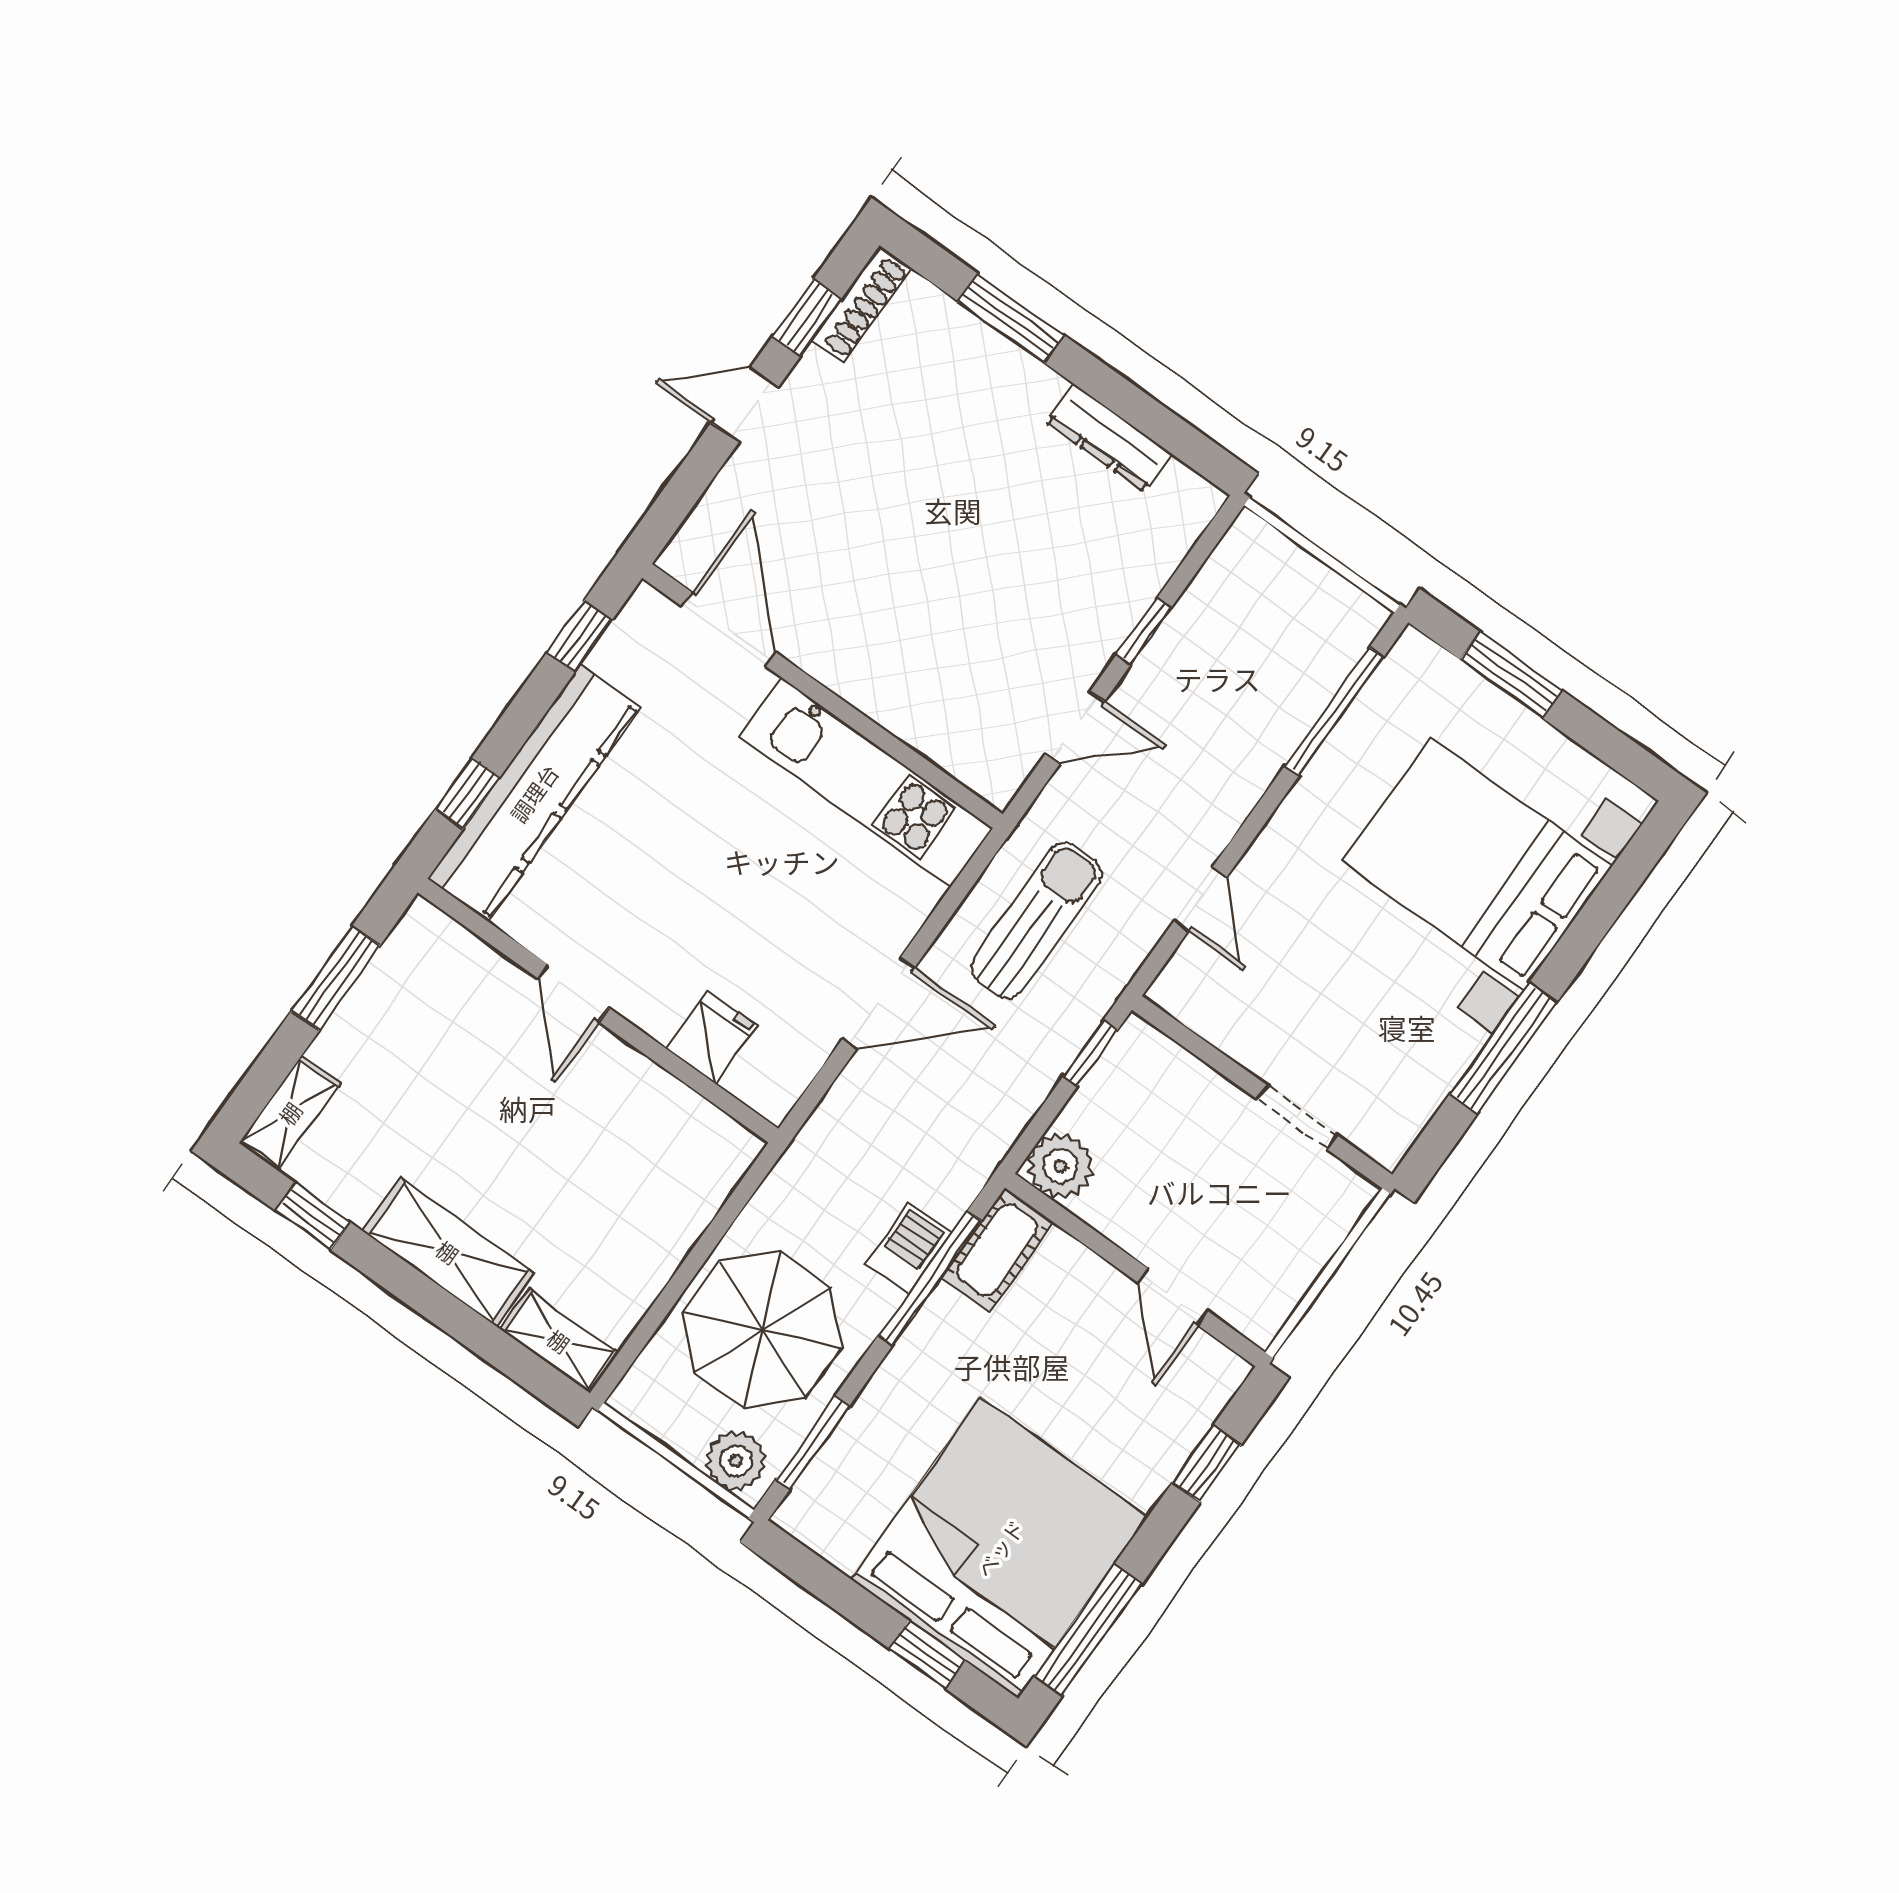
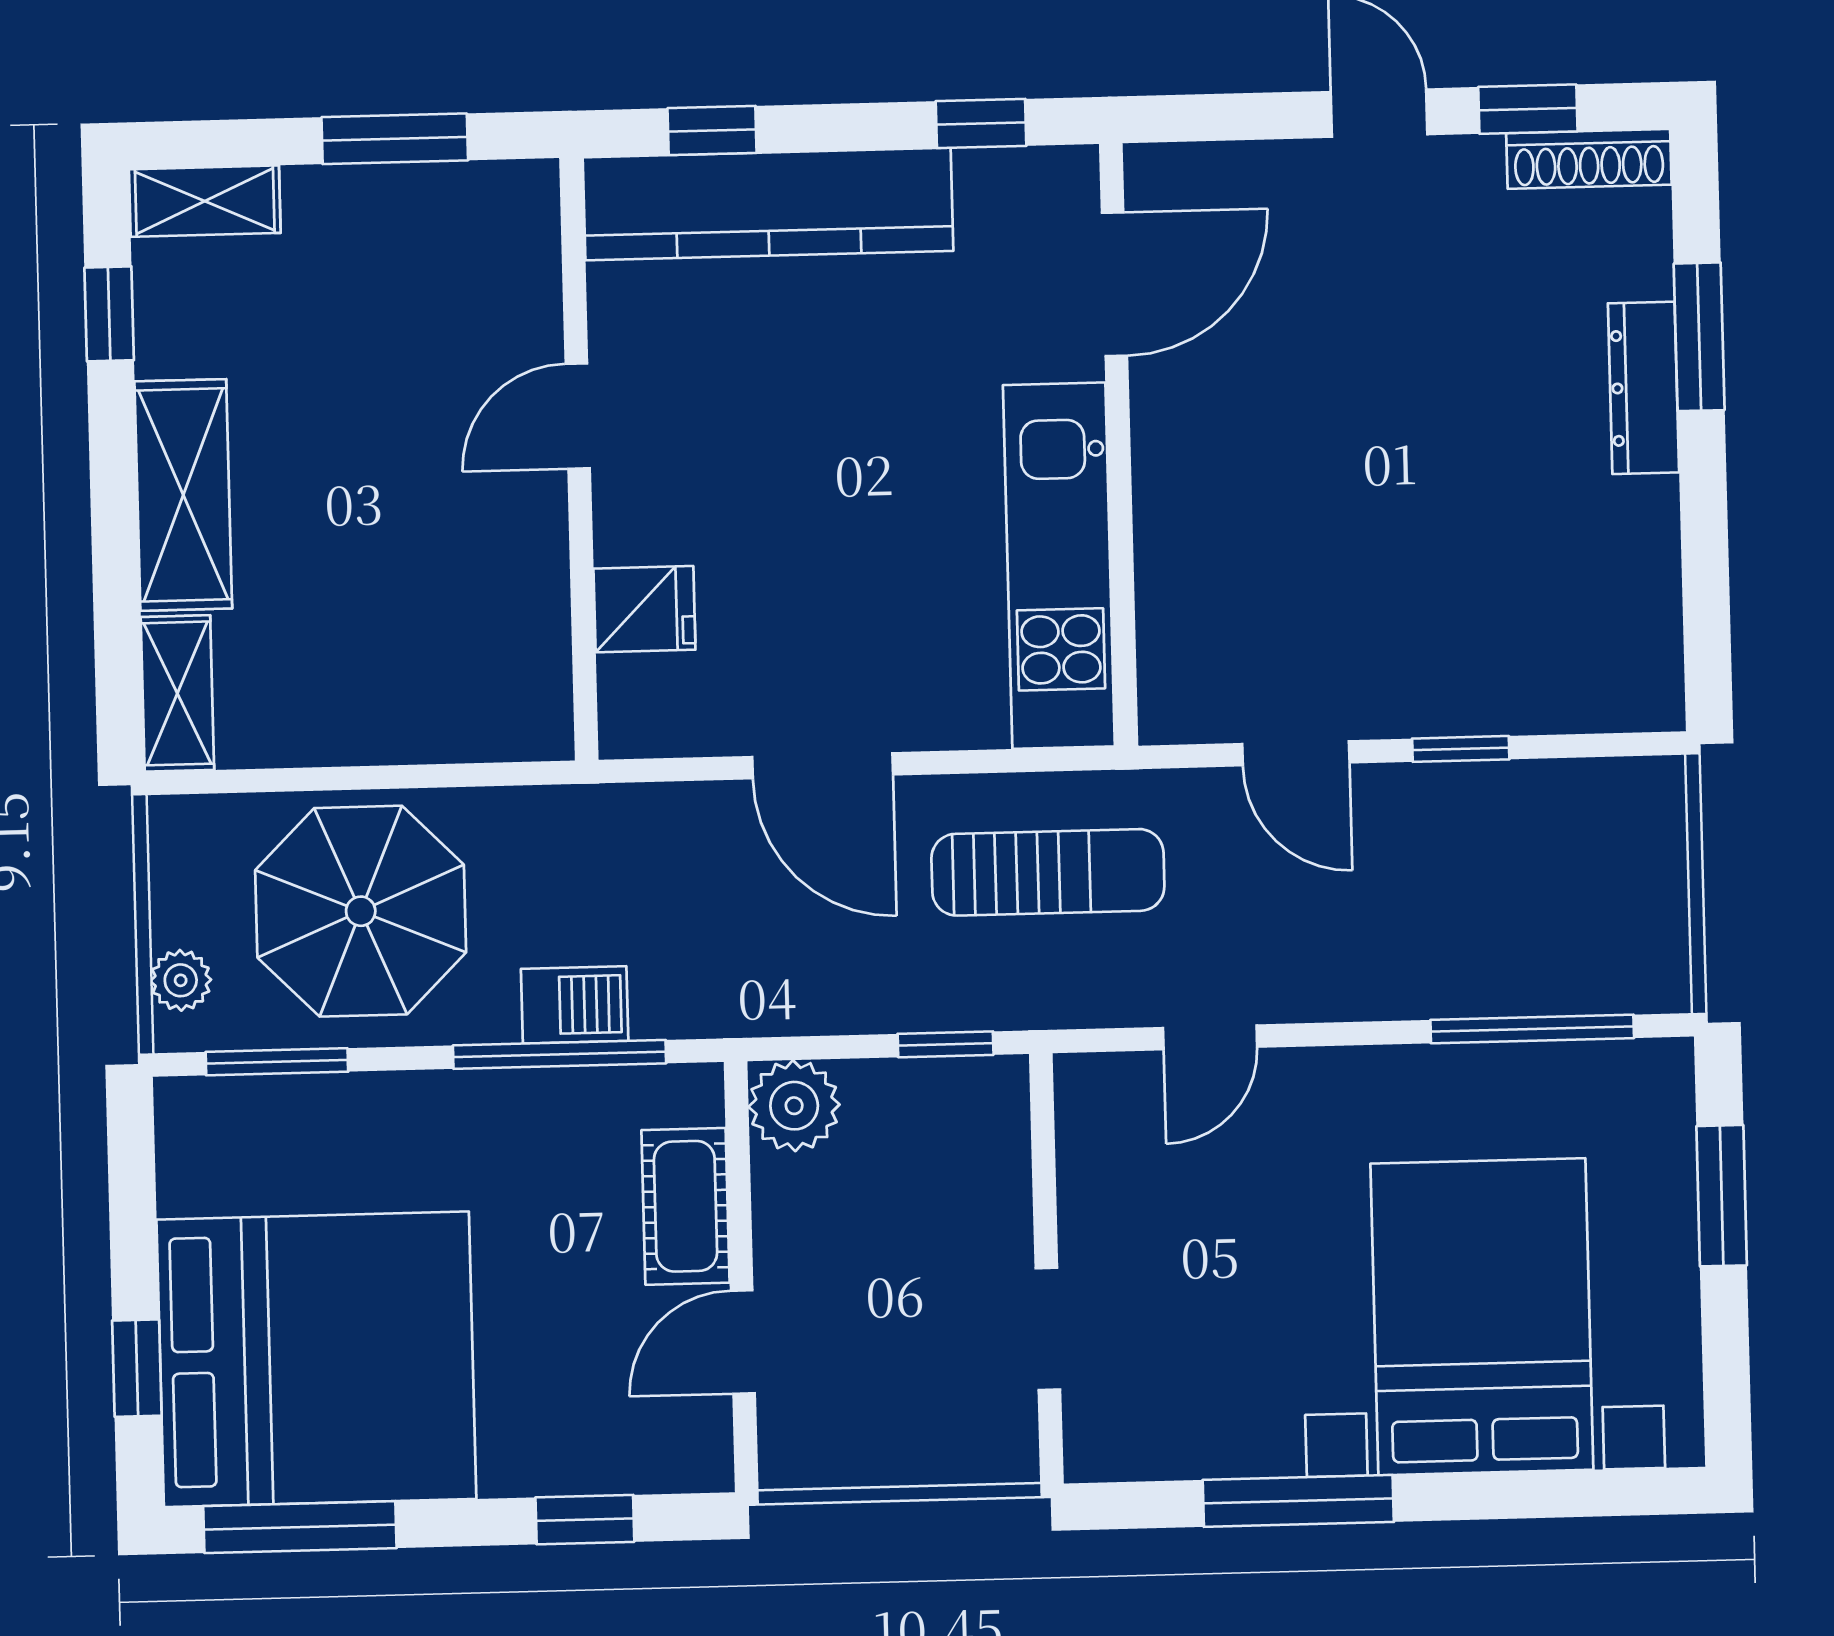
dresser: (1109, 438) -> (1644, 388), moved
cot: (997, 1250) -> (685, 1206), moved, turned 90
plant: (736, 1461) -> (181, 980), width x0.73, depth x0.73

